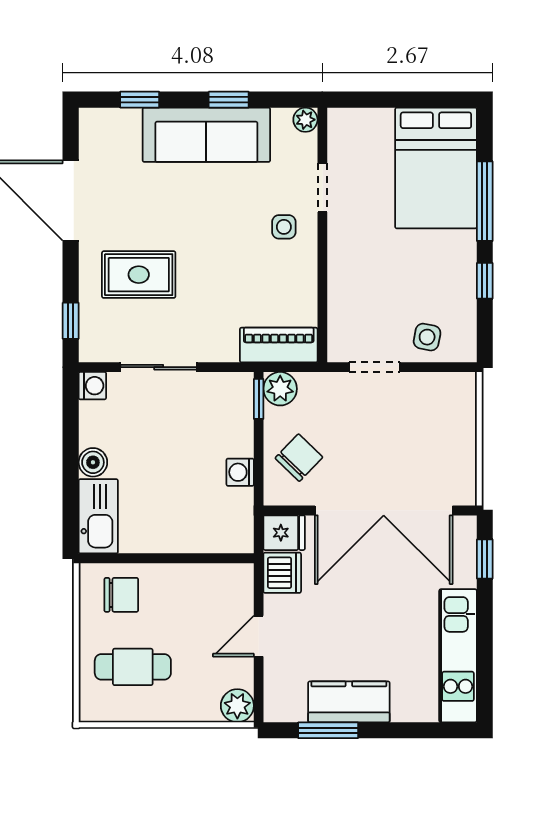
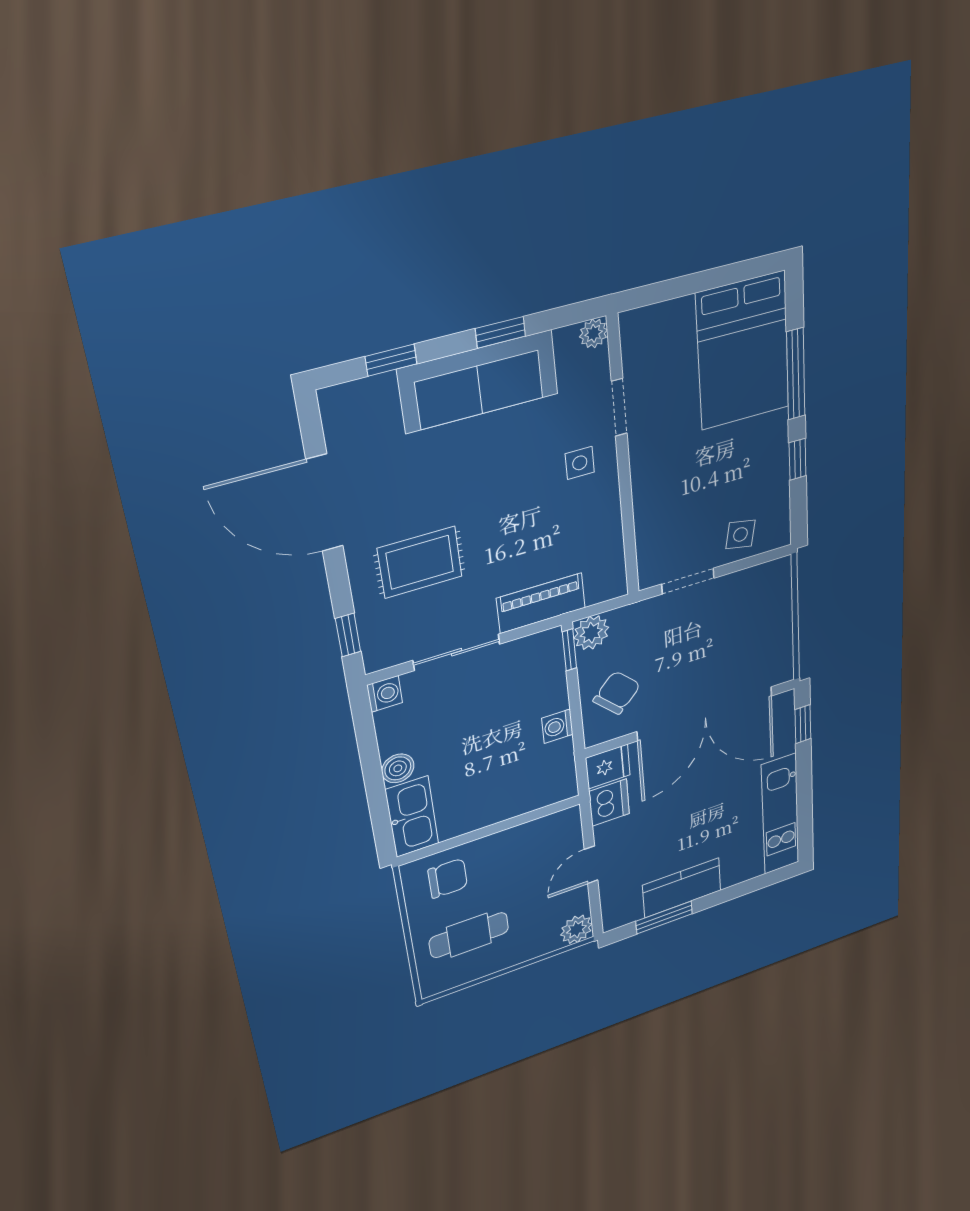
piano: (279, 345) -> (541, 603), moved

